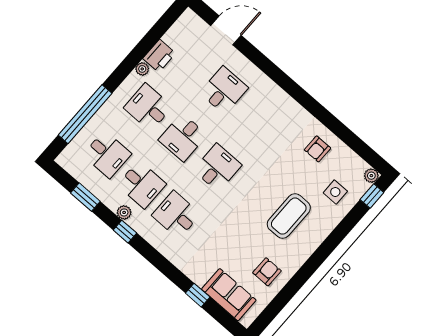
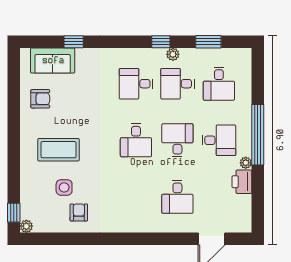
window: (85, 114) -> (258, 135), moved
desk: (107, 154) -> (219, 84), turned -90
side table: (335, 192) -> (64, 187), moved
desk: (176, 215) -> (136, 84), turned 180
coffee table: (289, 216) -> (59, 150), turned 90
armchair: (267, 272) -> (40, 99), turned -90

